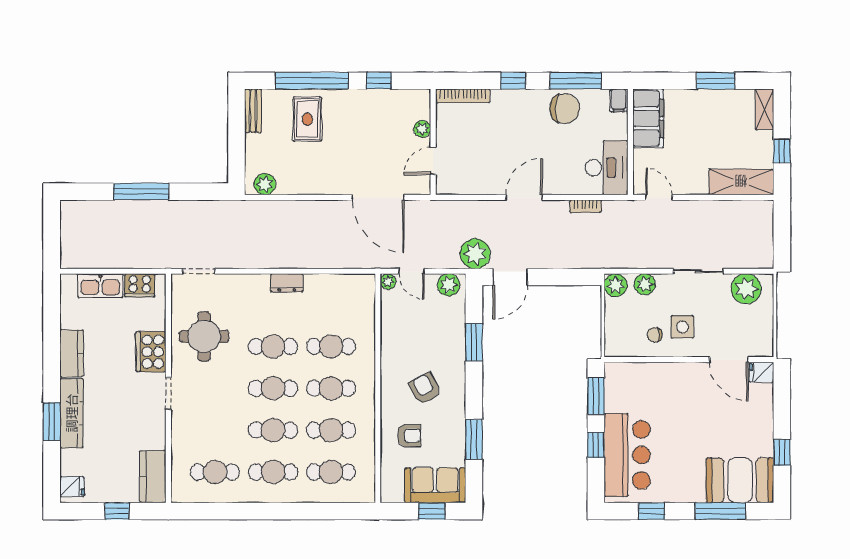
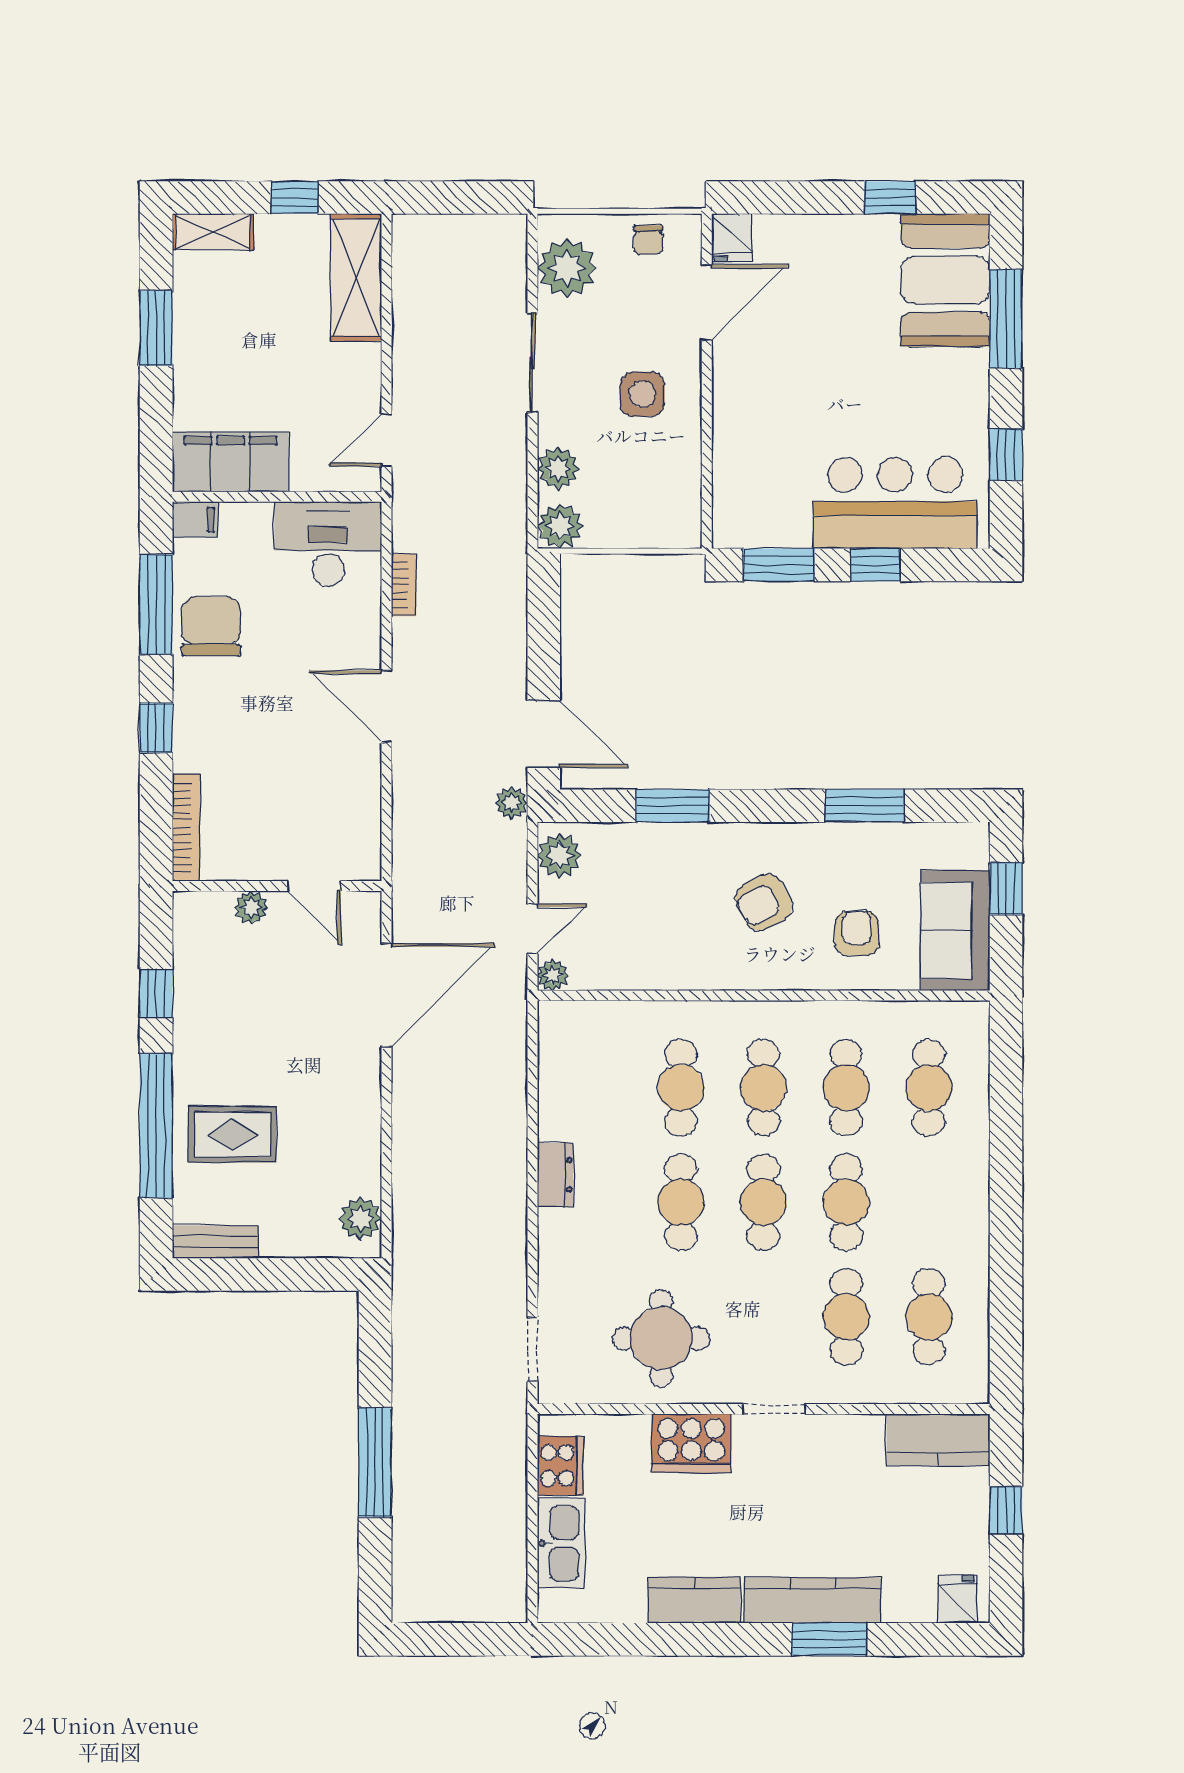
plant: (475, 254) -> (512, 803), width x0.53, depth x0.53
chair: (655, 335) -> (648, 240), moved
cafe table: (273, 472) -> (846, 1317), moved
sofa: (435, 485) -> (955, 931), moved

